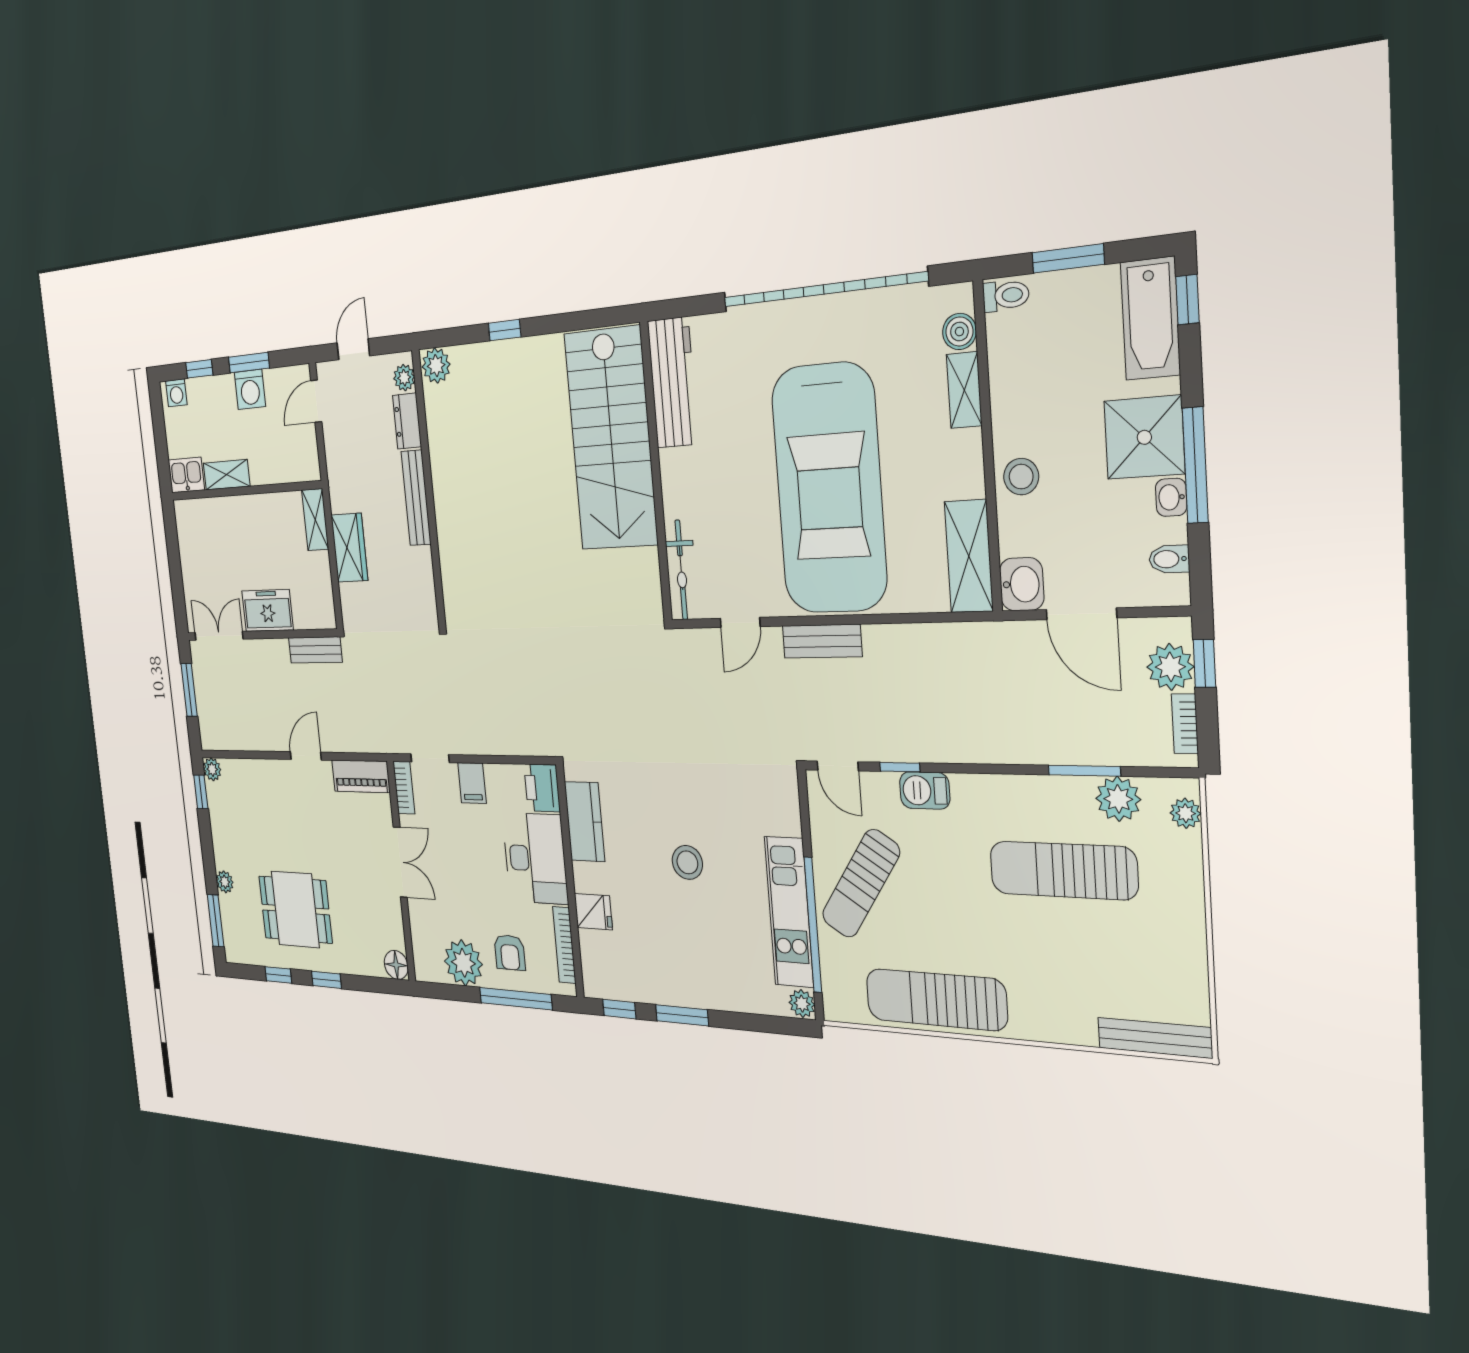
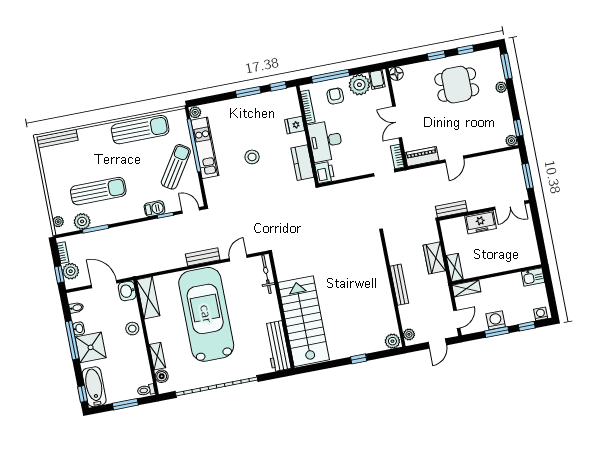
dresser: (407, 421) -> (406, 316), removed
shelving: (227, 475) -> (466, 288), moved
filing cabinet: (472, 783) -> (377, 80), moved, turned 180

